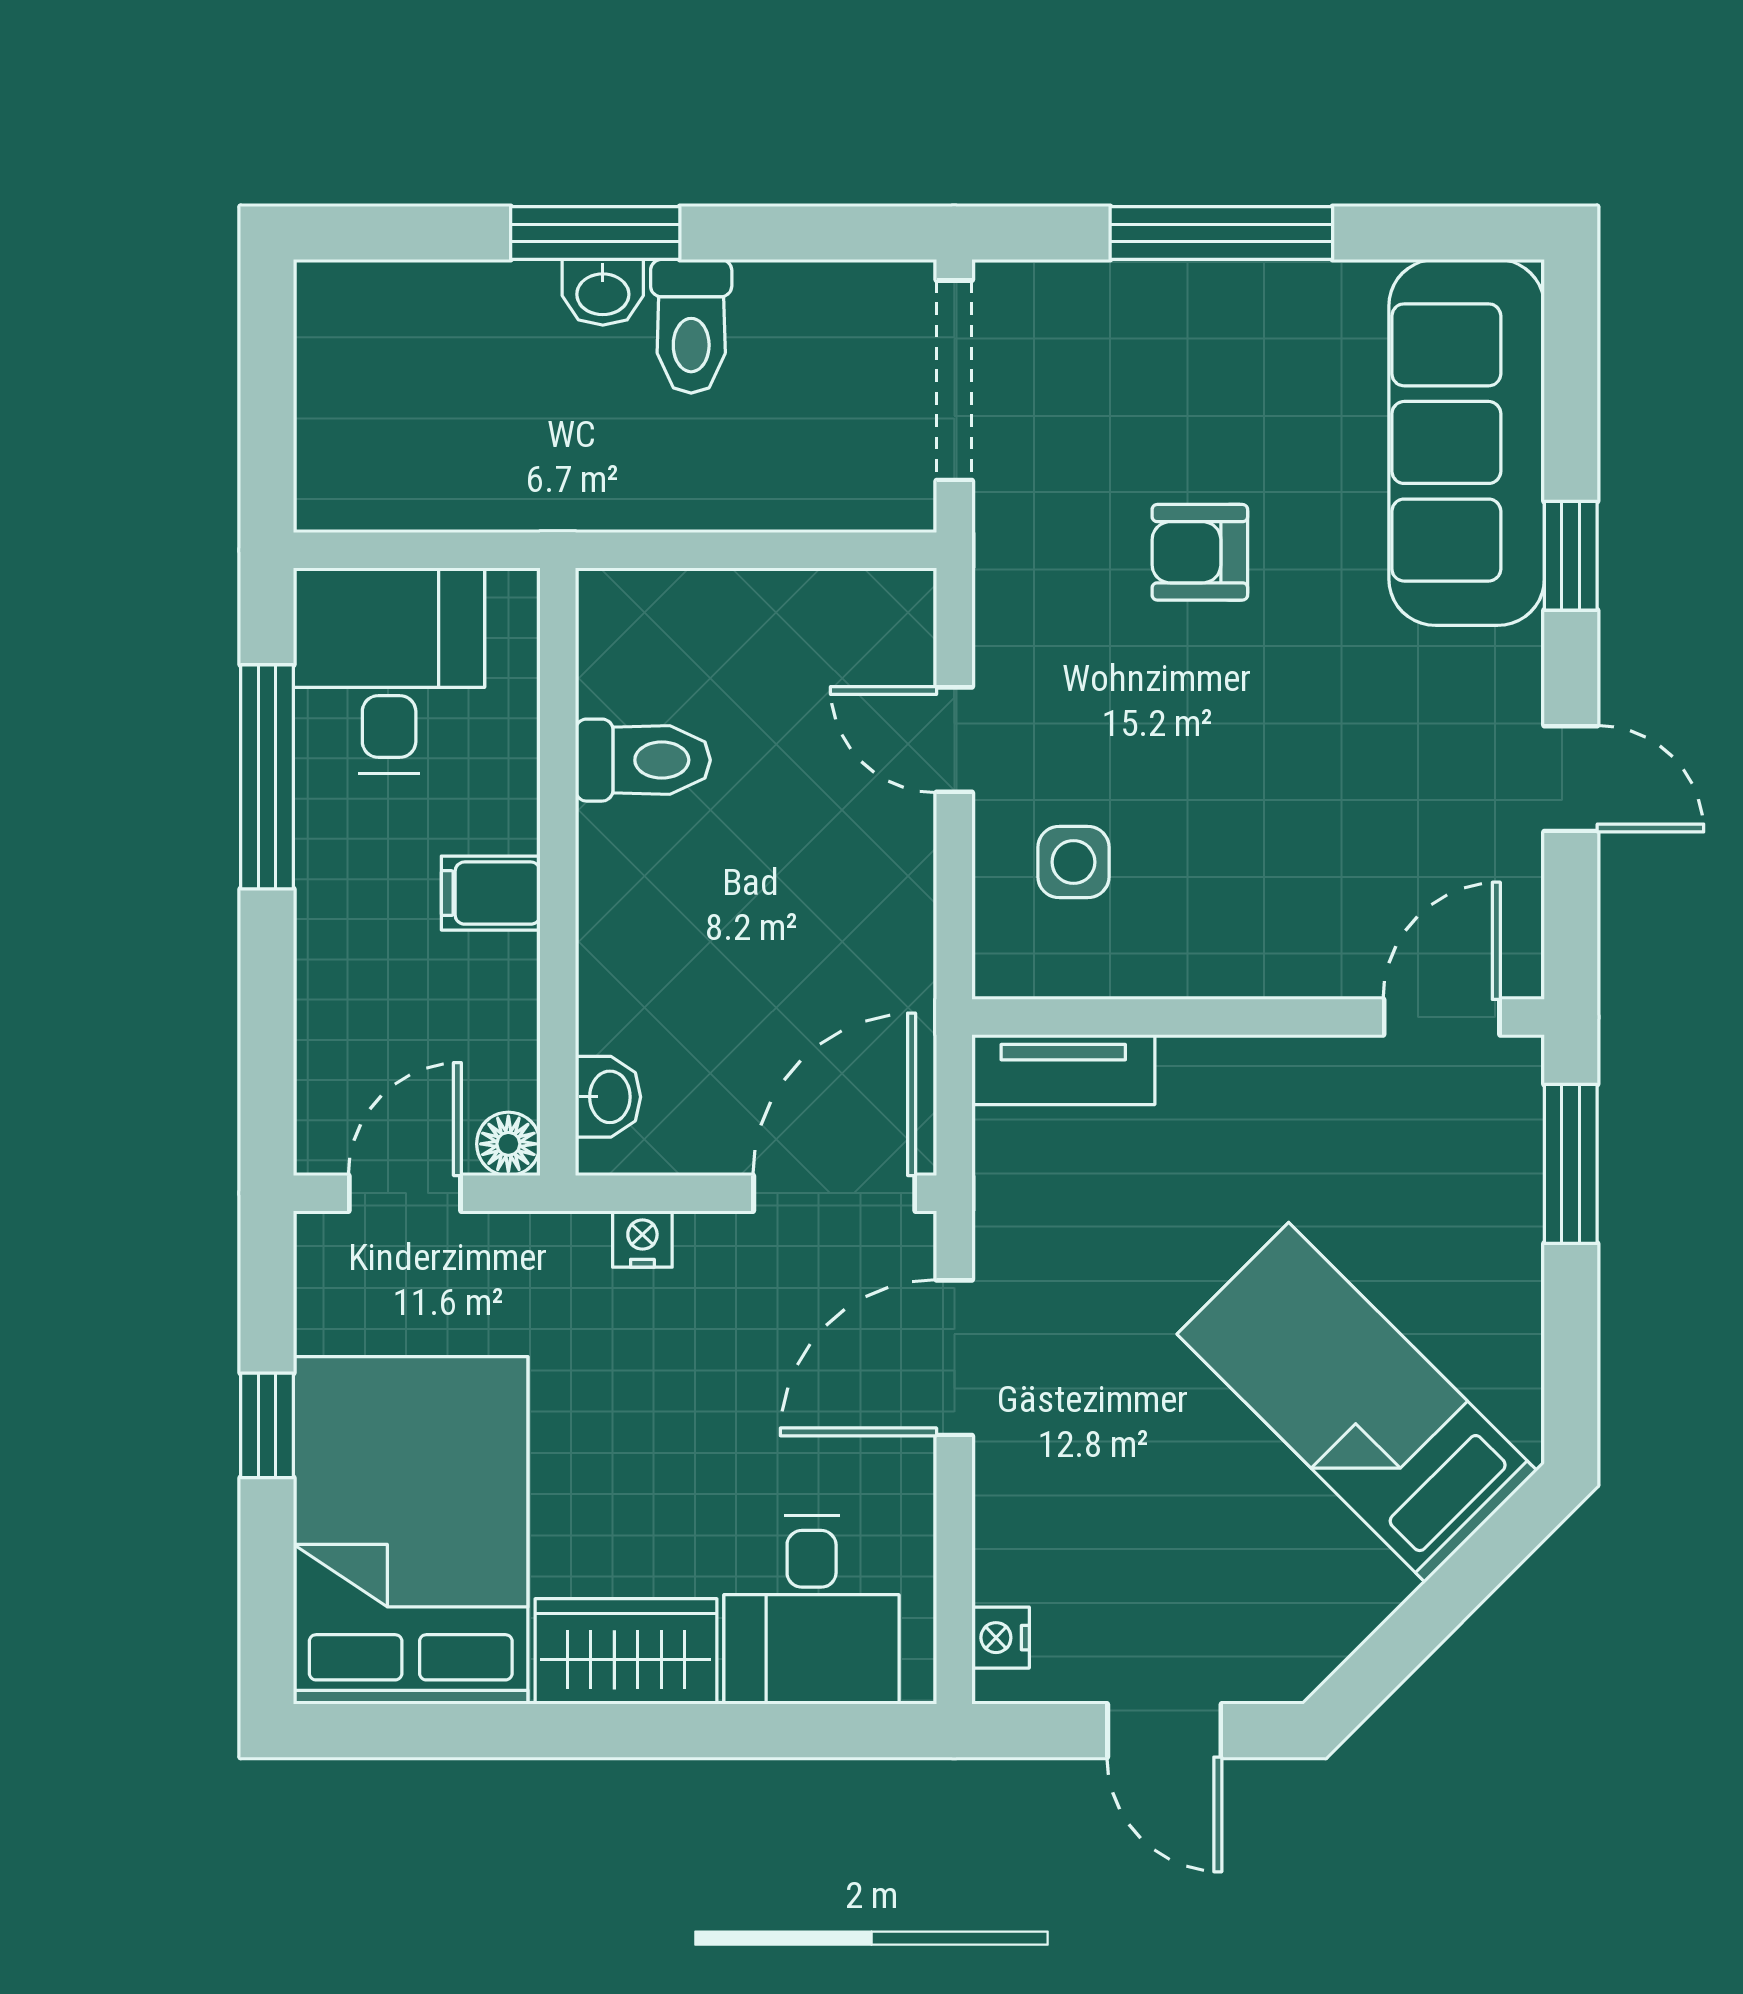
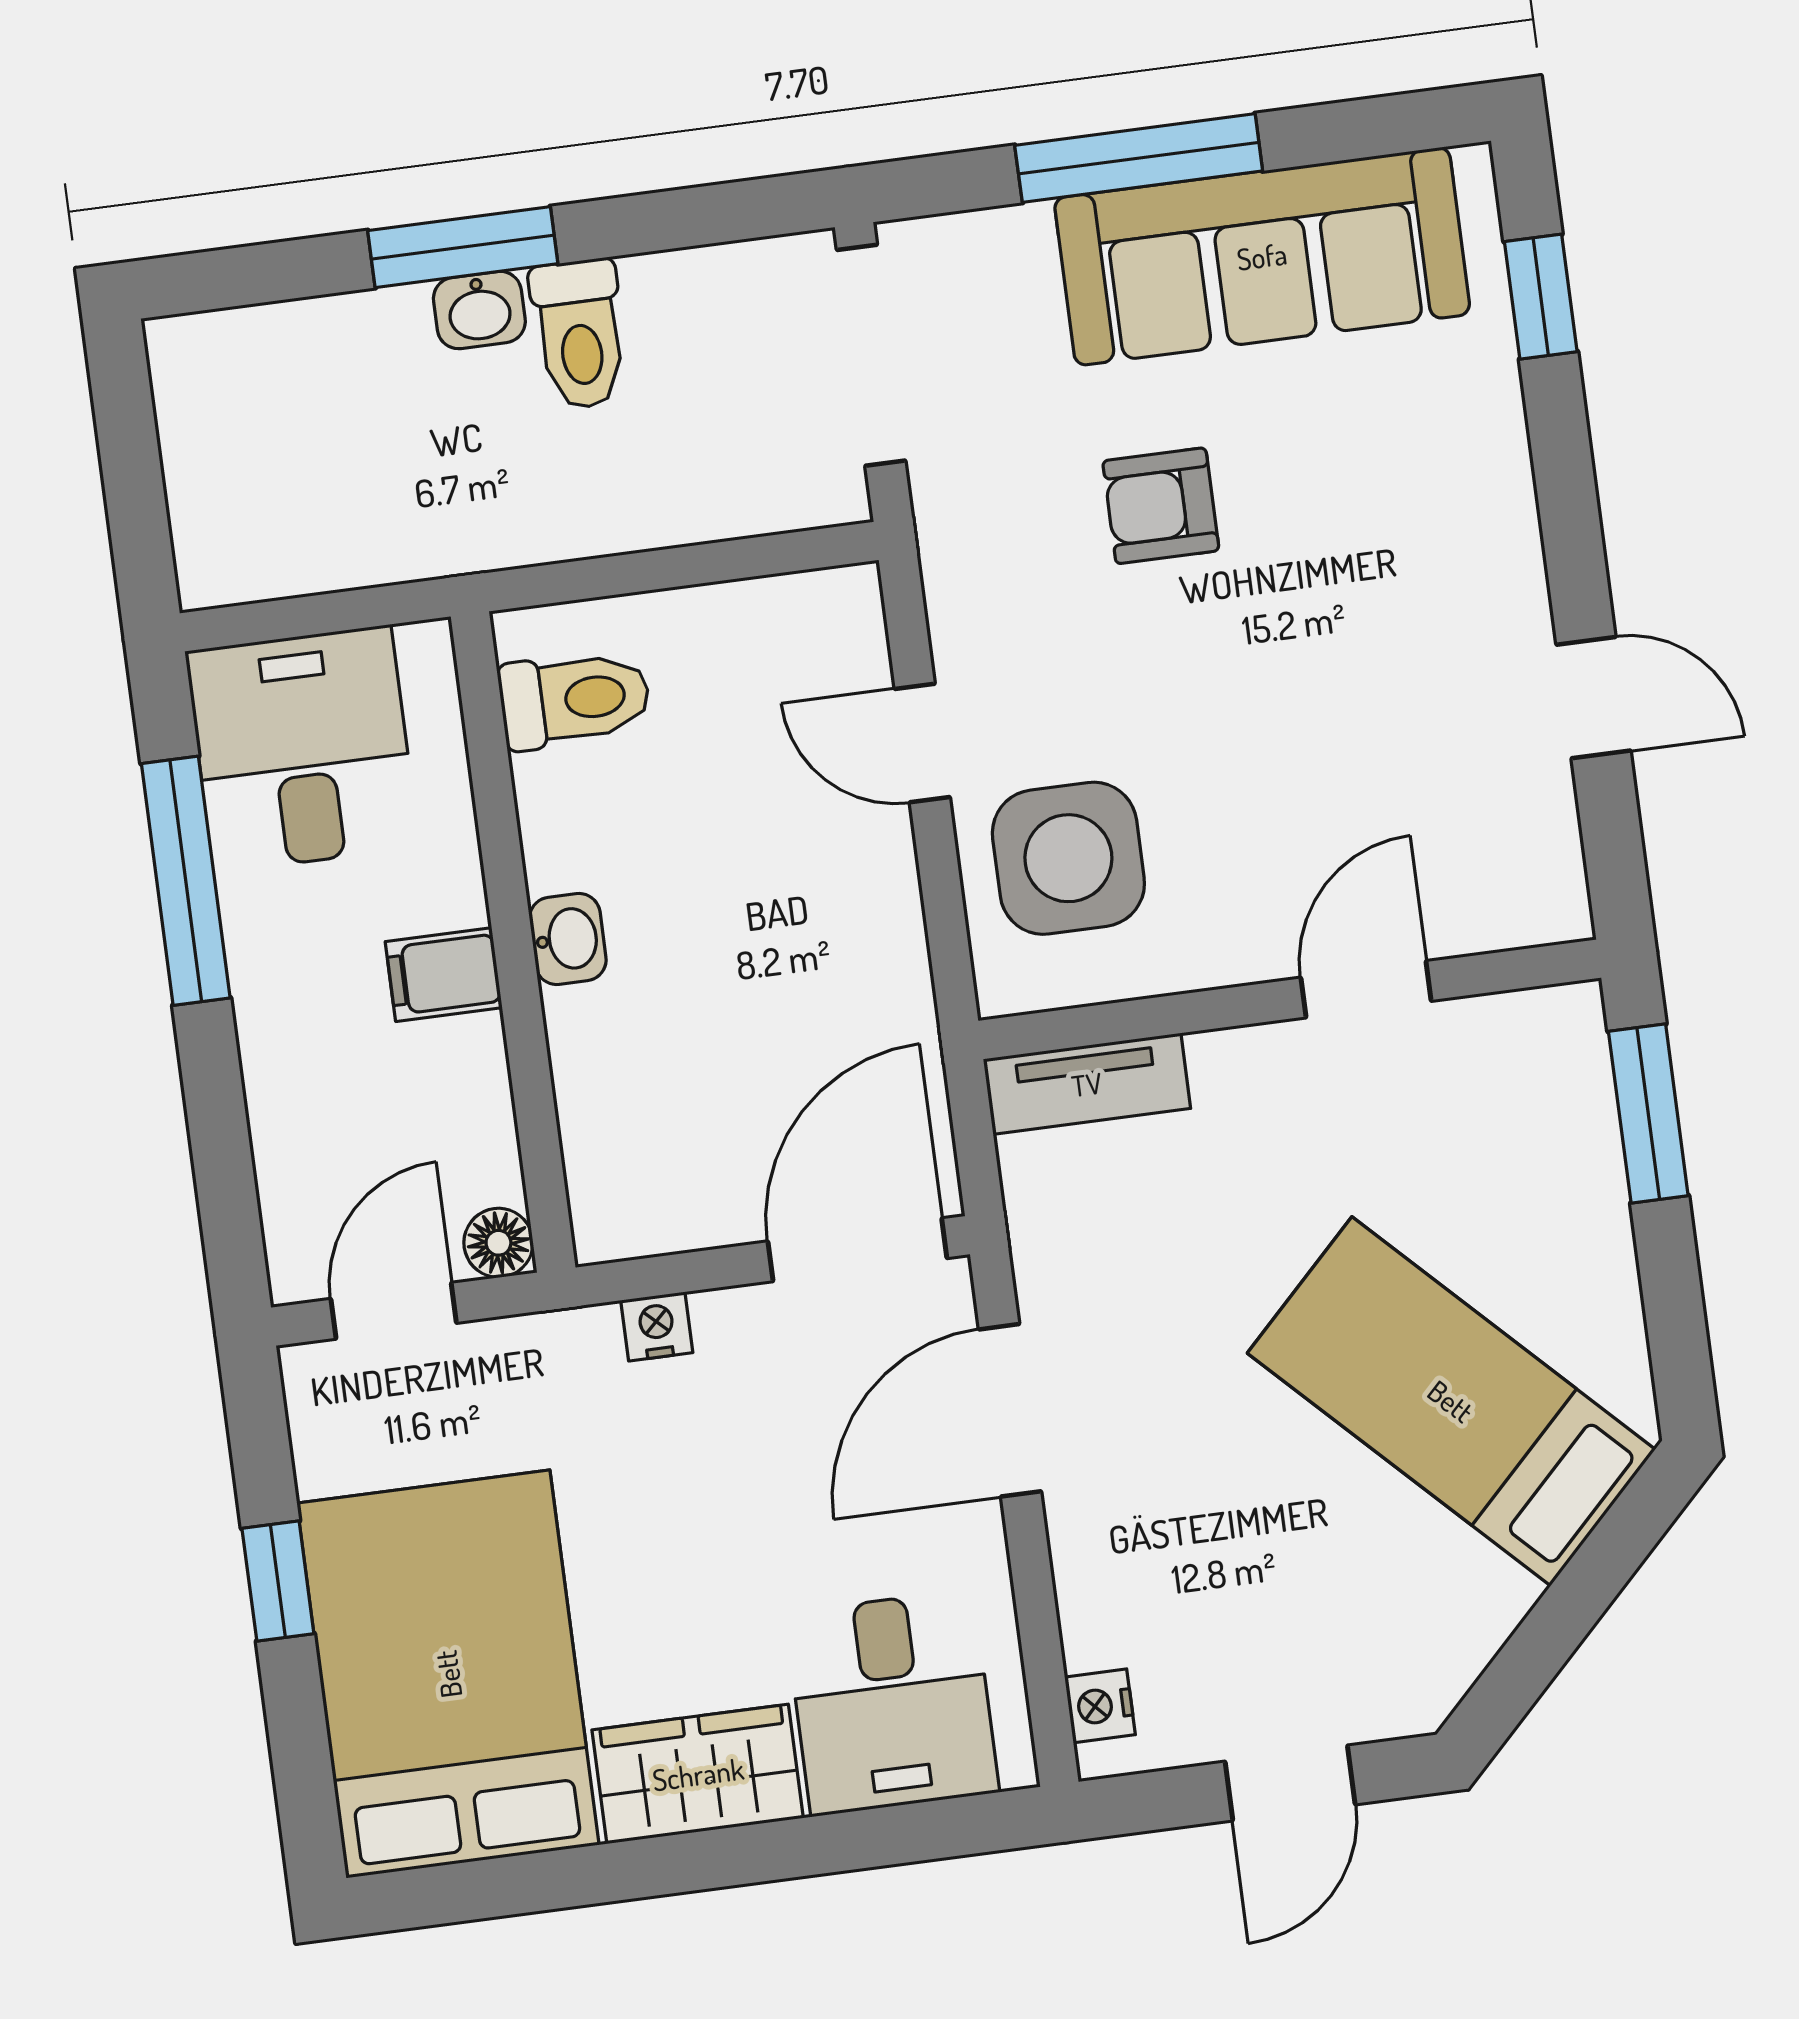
sofa: (1467, 442) -> (1262, 256), moved, turned -90
window: (1571, 556) -> (1541, 297), moved
toilet: (643, 760) -> (575, 699), moved
side table: (1073, 862) -> (1068, 858), width x1.87, depth x1.87
door: (1442, 1017) -> (1366, 989), moved
washbasin: (608, 1097) -> (568, 939), moved
door: (1164, 1731) -> (1290, 1783), hinge flipped

